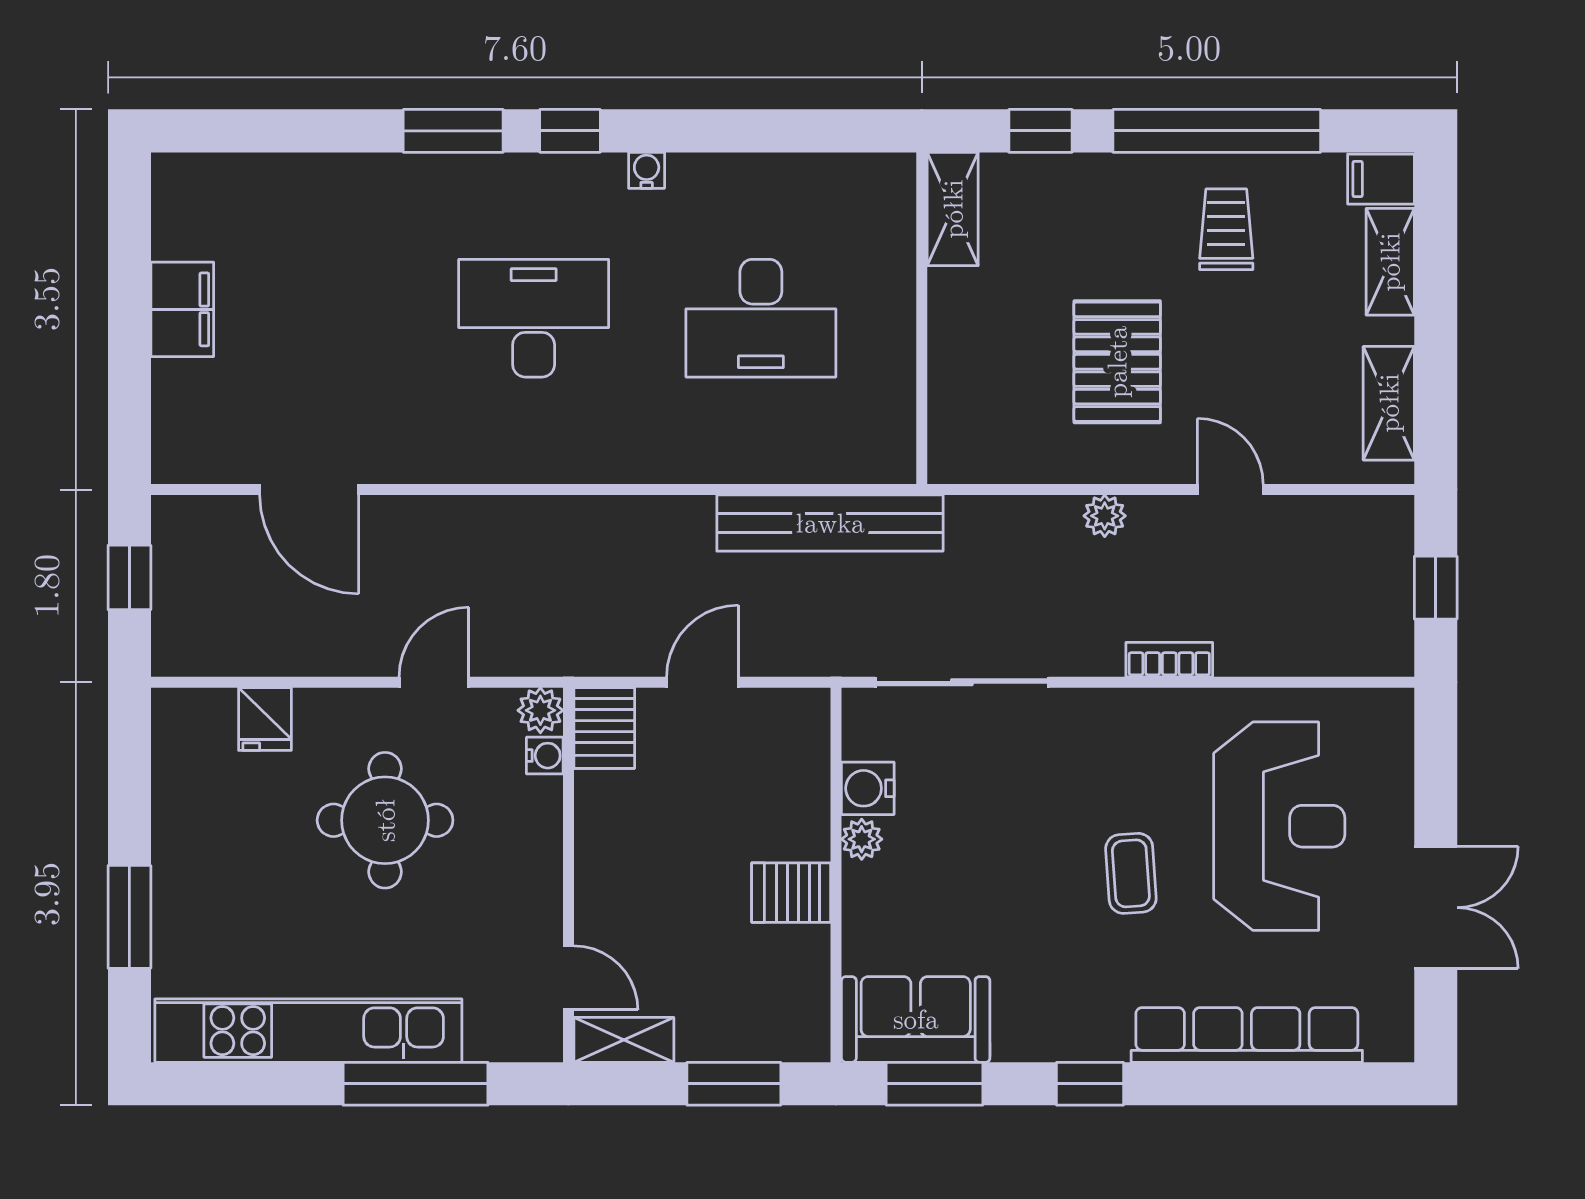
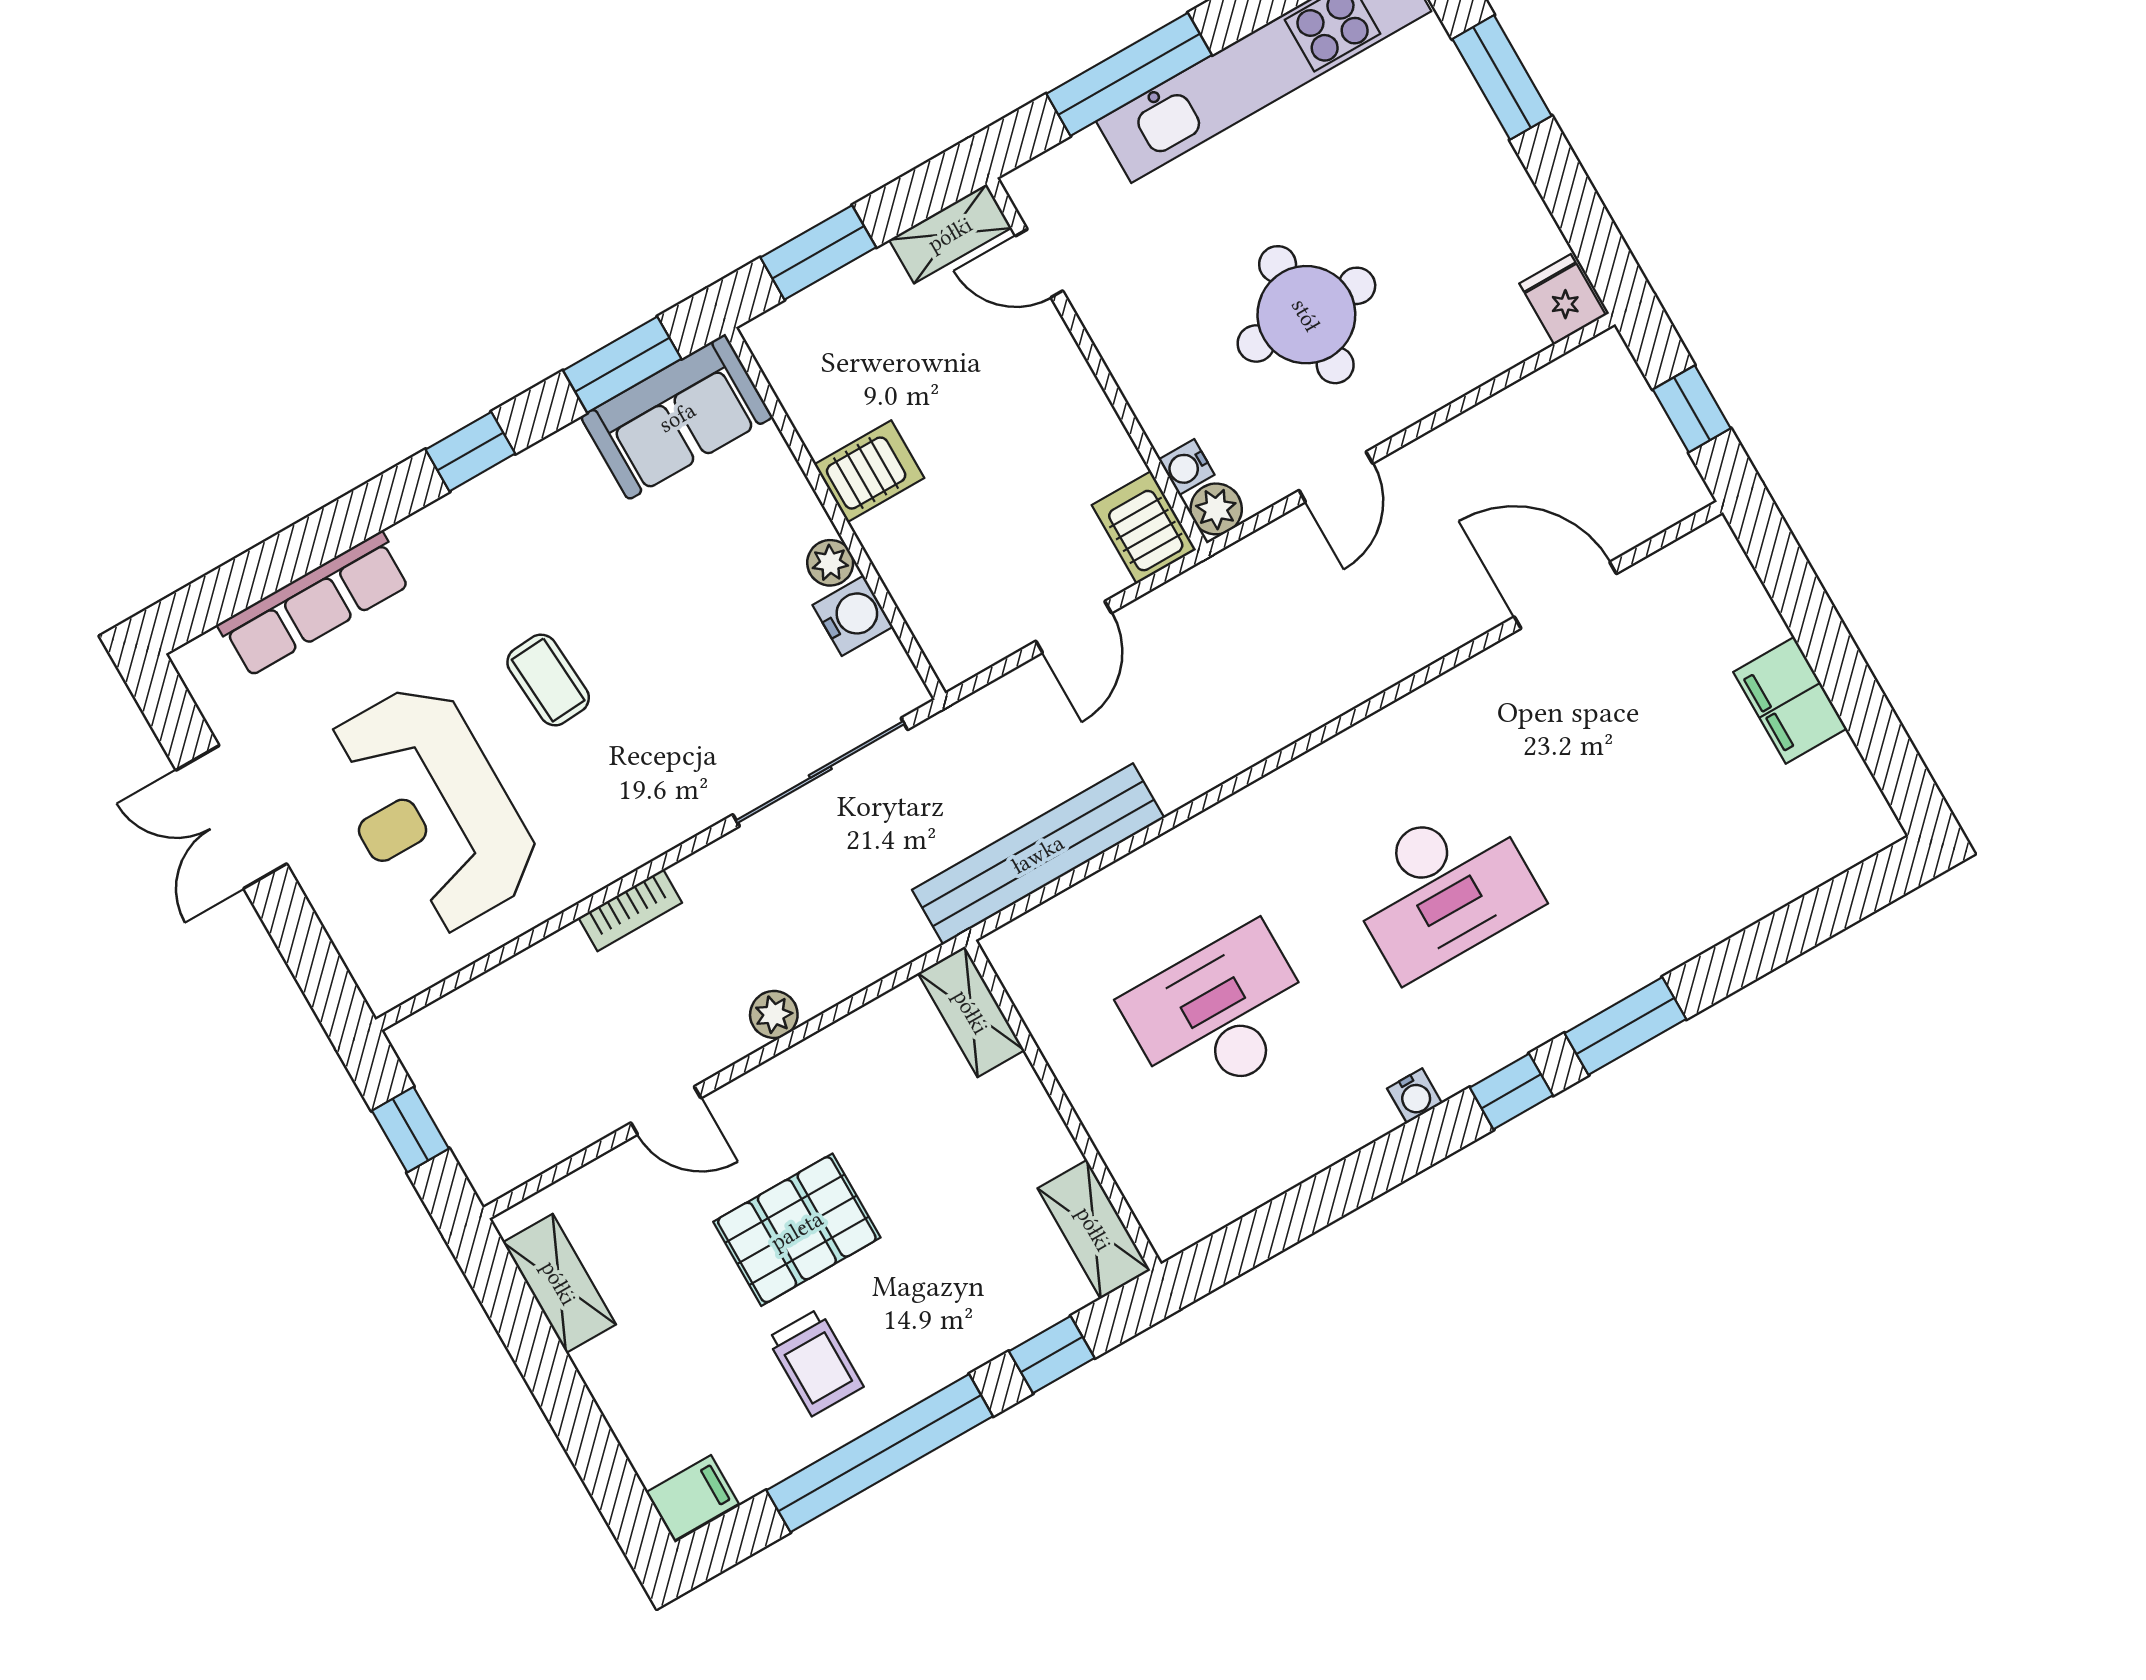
shelving: (1390, 262) -> (971, 1012), moved
pallet: (1117, 362) -> (797, 1230), moved, turned 90
fridge: (265, 719) -> (1562, 299), moved
row of seats: (1247, 1035) -> (314, 604), width x0.73

